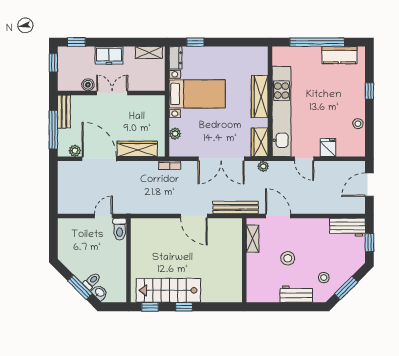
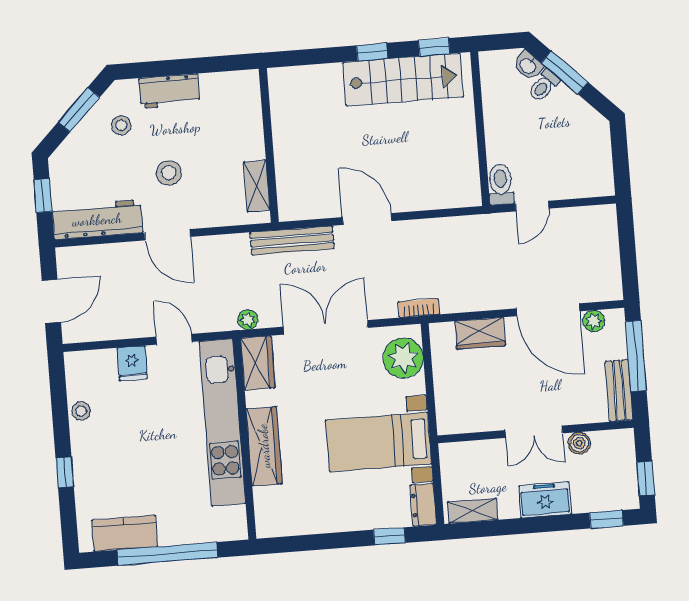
plant: (175, 134) -> (403, 358), width x1.88, depth x1.88
wardrobe: (137, 149) -> (480, 333), width x0.67
door: (278, 216) -> (167, 235), moved
workbench: (347, 227) -> (97, 220), width x1.38
stool: (288, 258) -> (169, 173), moved

